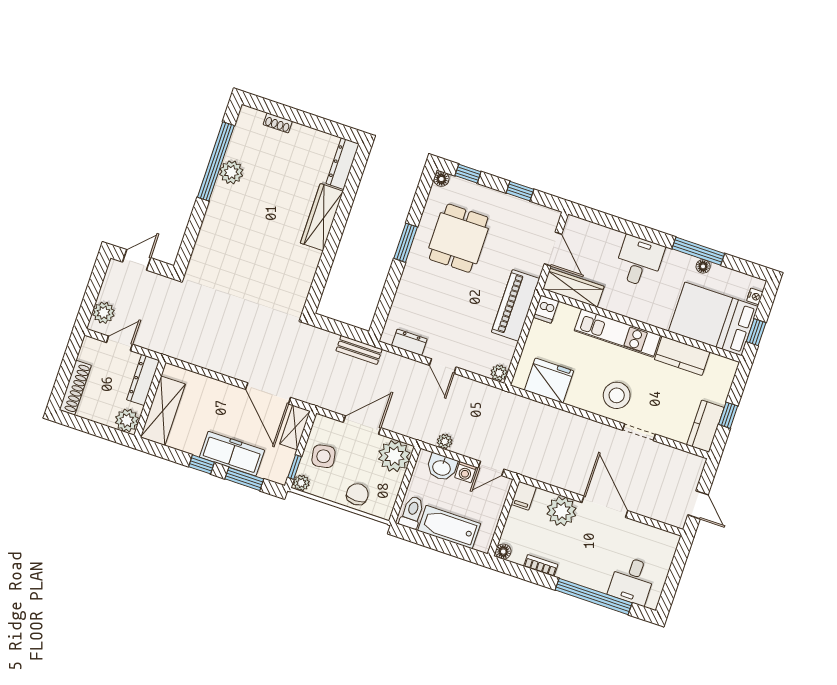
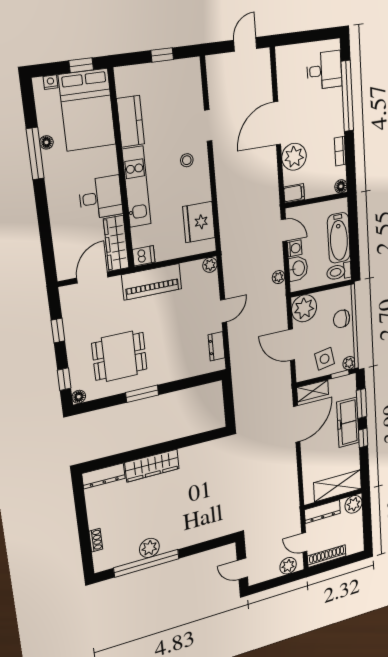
desk: (639, 261) -> (101, 198), moved, turned 180
bench: (359, 350) -> (238, 379), removed
shoe rack: (75, 388) -> (327, 556), moved
stool: (617, 395) -> (187, 160), width x0.53, depth x0.53
kitchen counter: (705, 426) -> (180, 71), removed

